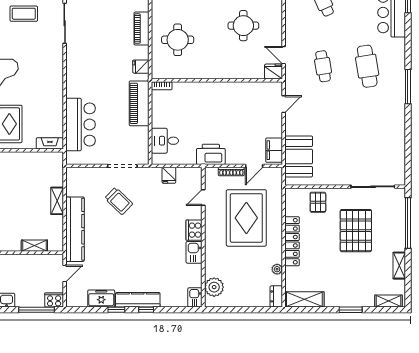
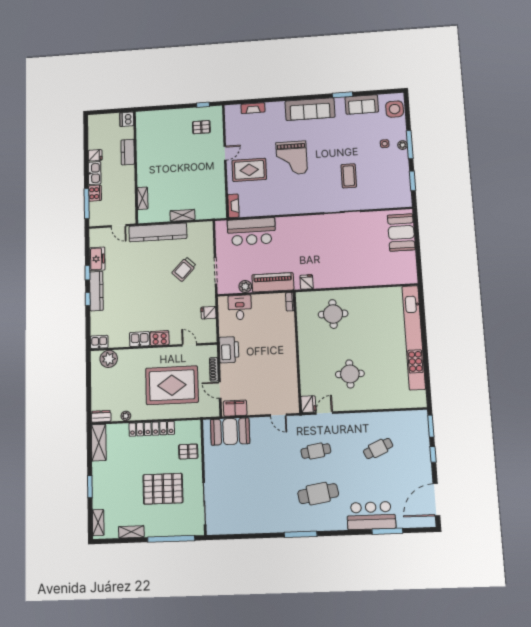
piano: (141, 29) -> (341, 281), removed
plant: (142, 134) -> (245, 286), added
cooker: (54, 300) -> (95, 193), moved

